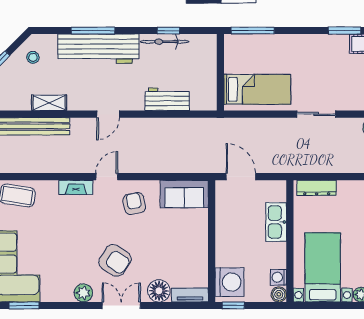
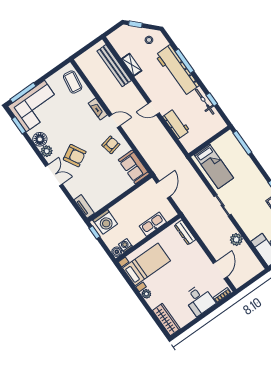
door: (108, 114) -> (154, 108), moved
armchair: (115, 260) -> (75, 156), turned -62
floor lamp: (159, 291) -> (40, 139), moved

